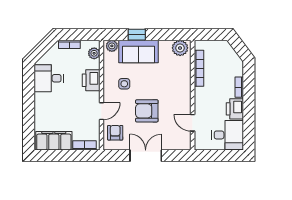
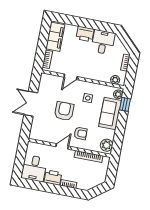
window: (137, 35) -> (125, 104), moved
printer: (91, 80) -> (85, 34), moved, turned 180
door: (101, 111) -> (71, 77), hinge flipped
door: (193, 123) -> (62, 146), moved
armchair: (115, 133) -> (81, 133), moved
double door: (146, 156) -> (31, 104), swing flipped

